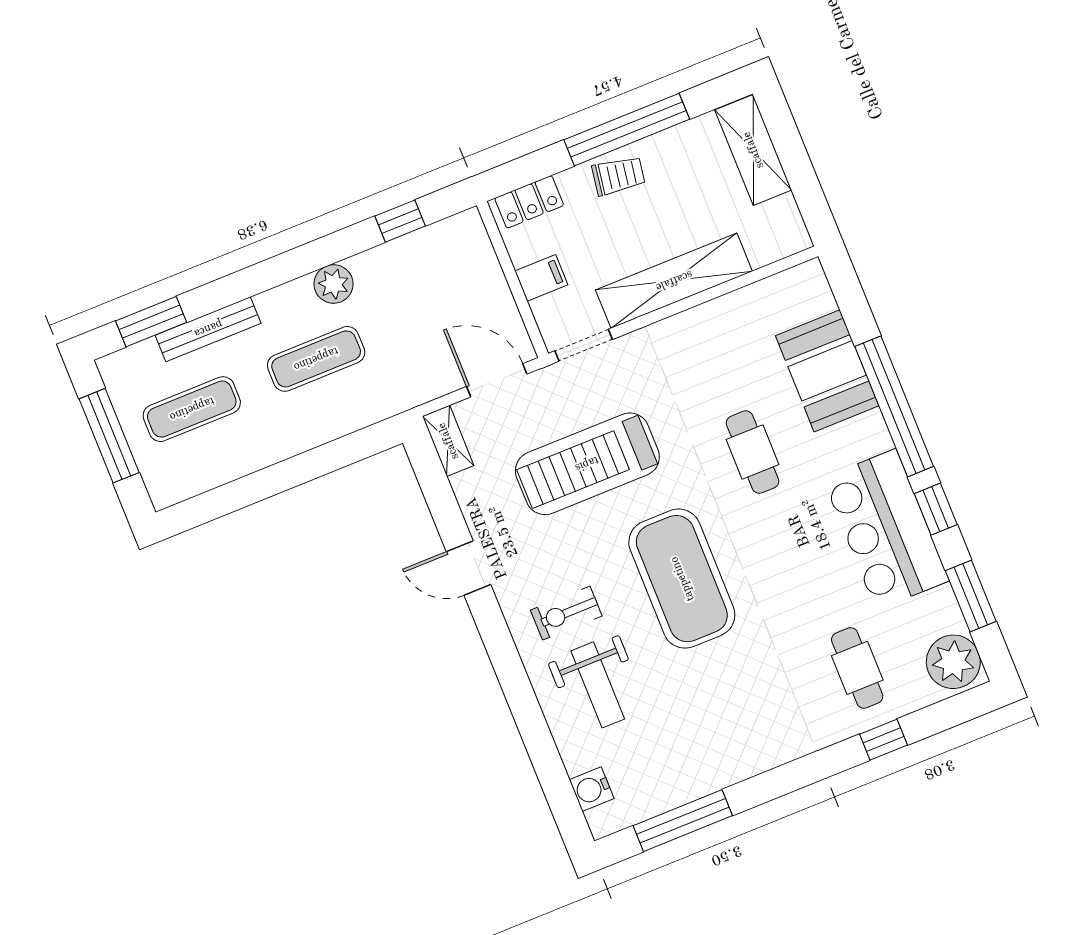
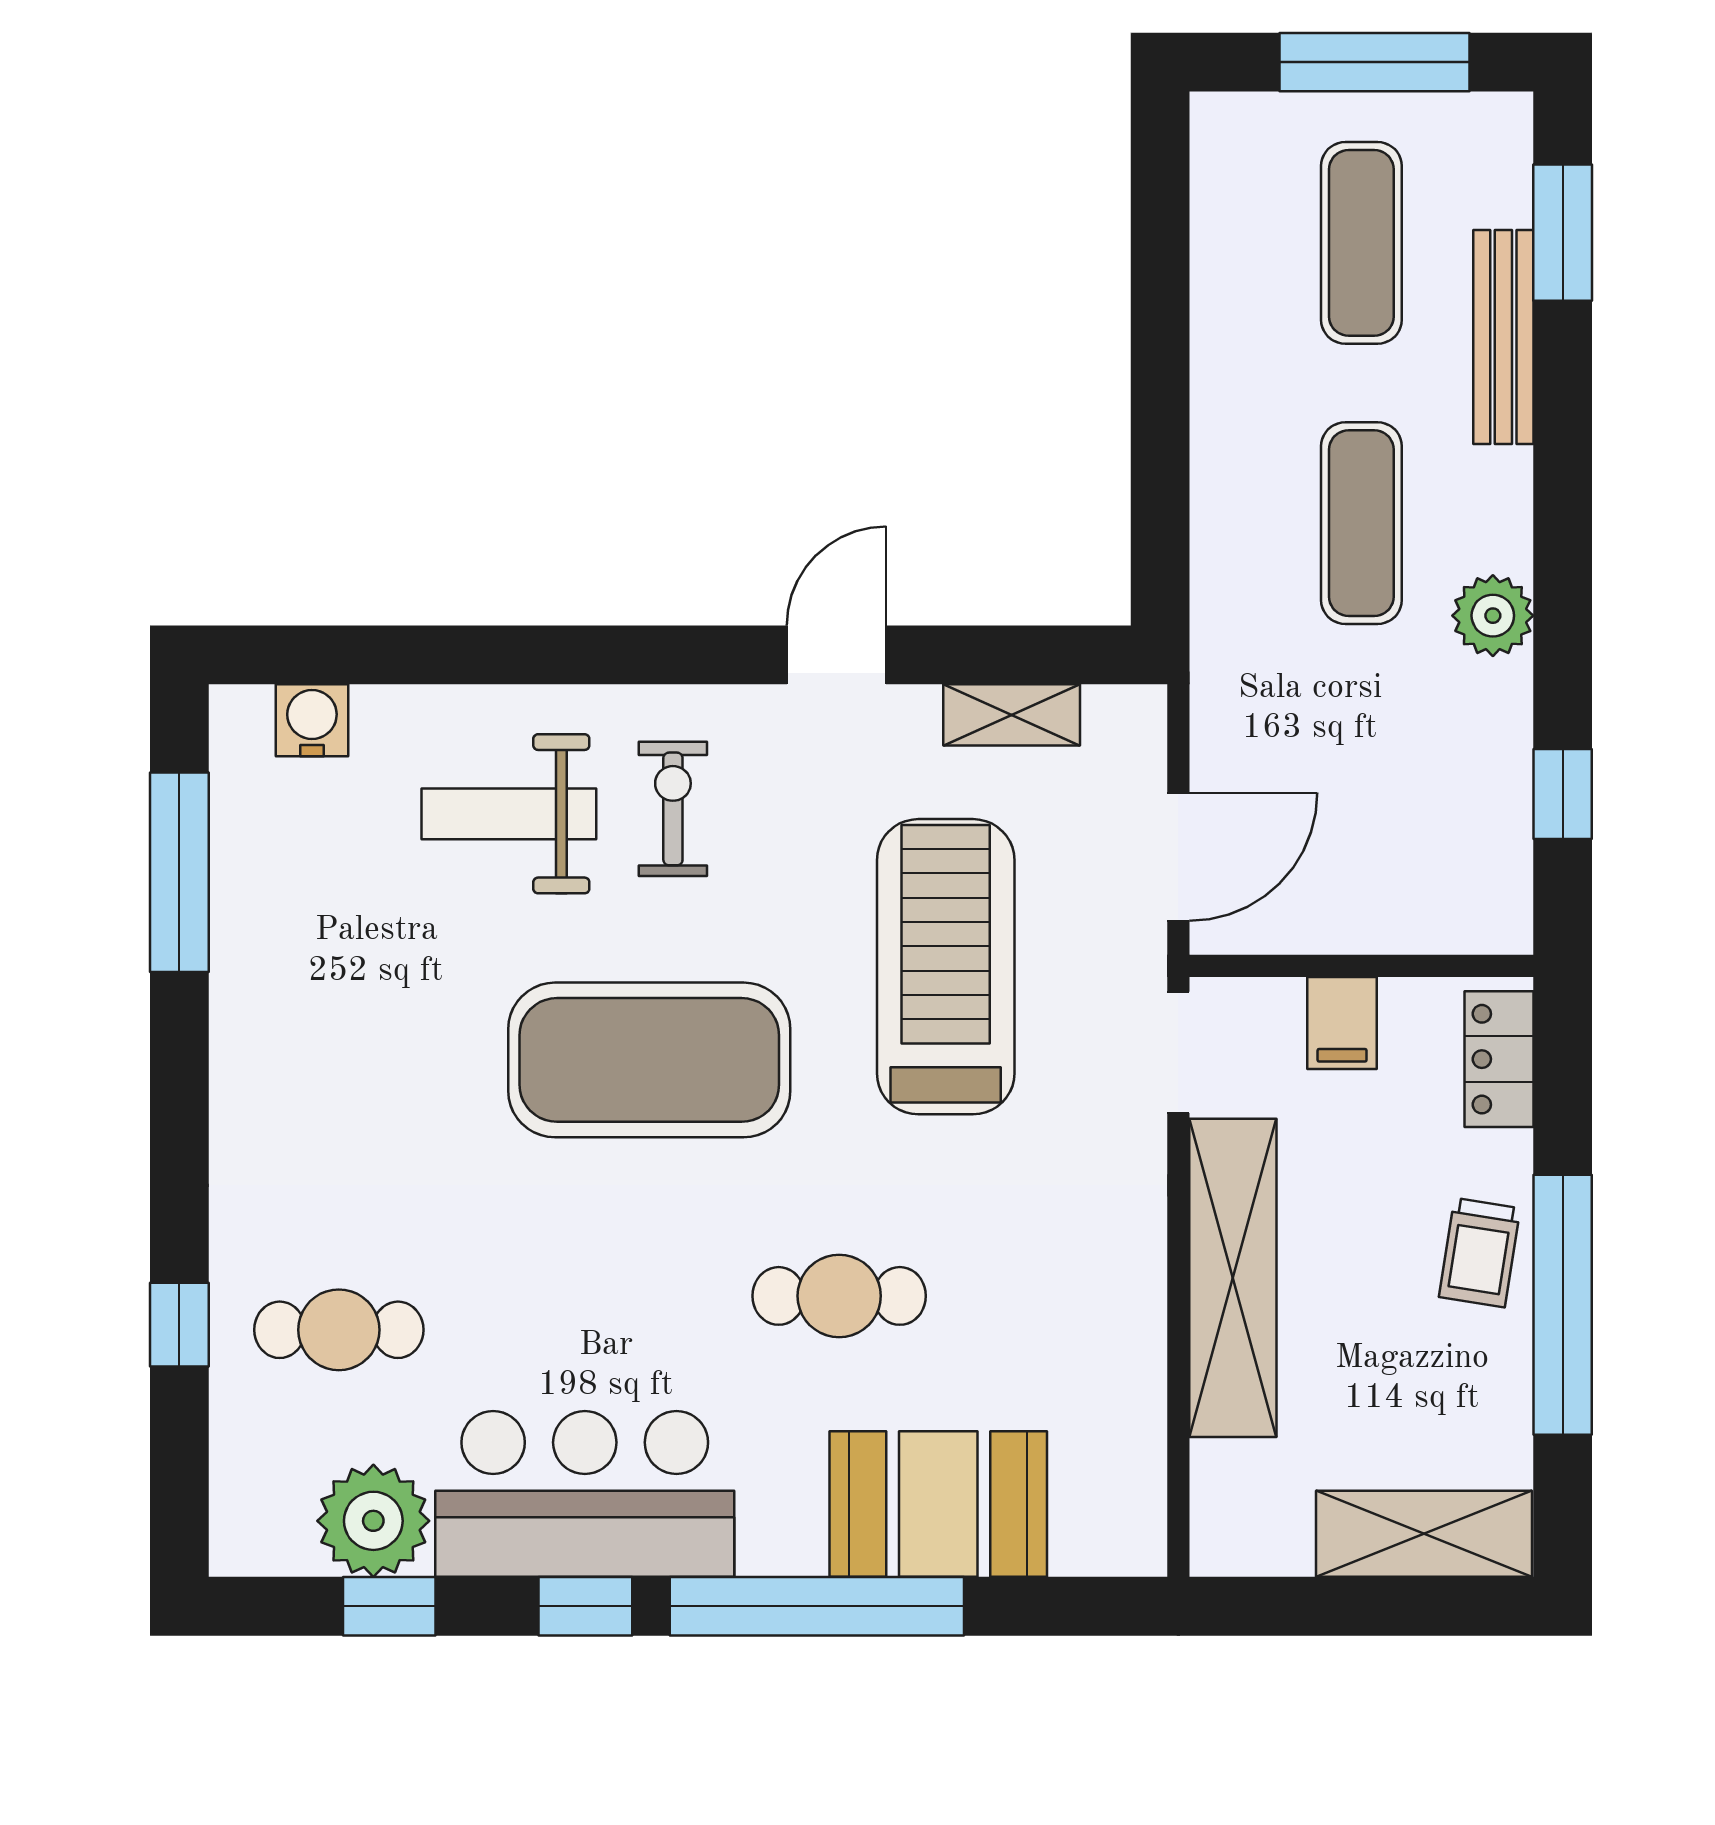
shelving: (448, 441) -> (1012, 715), moved
window: (971, 596) -> (389, 1606), width x0.67
plant: (953, 662) -> (373, 1521), moved

